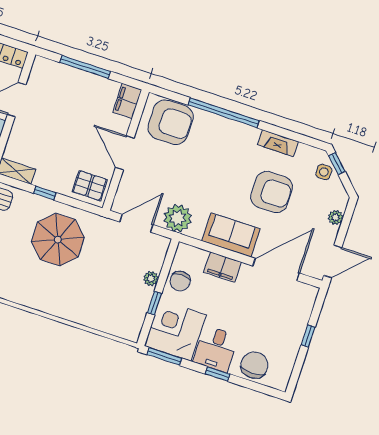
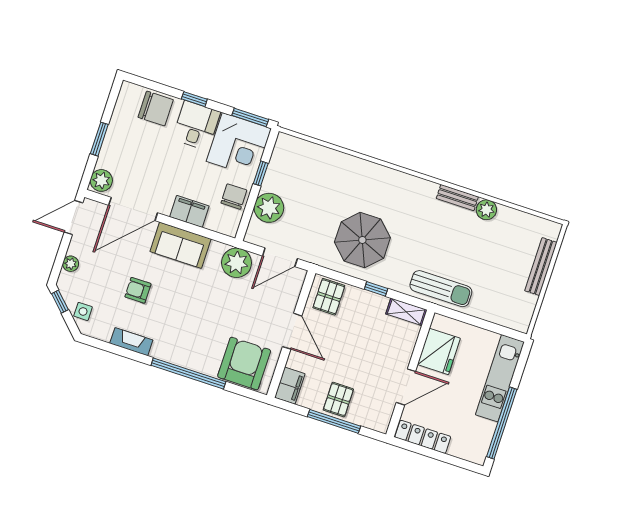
pallet: (81, 88) -> (338, 400), added
armchair: (171, 122) -> (244, 363), turned 90
window: (337, 164) -> (60, 302), moved
pallet: (90, 186) -> (329, 297), turned 90
armchair: (272, 192) -> (138, 290), width x0.53, depth x0.53
plant: (151, 279) -> (269, 208), width x1.87, depth x1.87
plant: (306, 297) -> (101, 180), added
window: (308, 336) -> (99, 139), width x1.50
chair: (254, 365) -> (156, 109), turned -90

